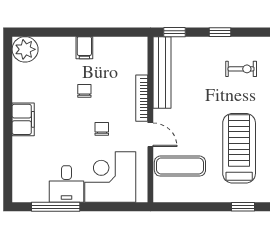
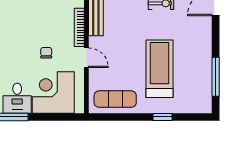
chair: (84, 91) -> (32, 21), removed
exercise mat: (180, 166) -> (115, 99), moved

